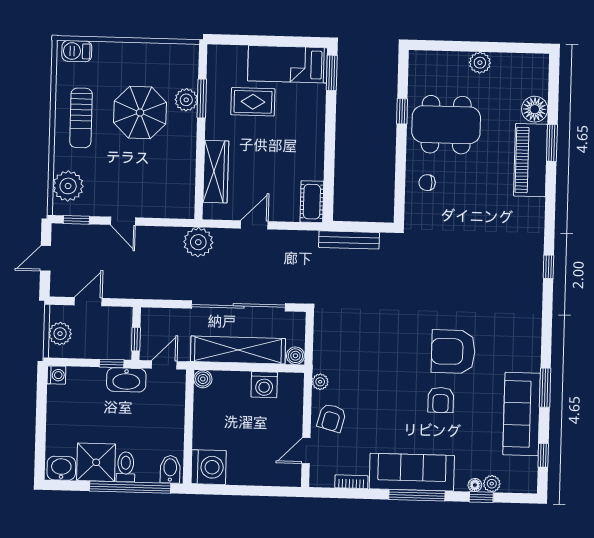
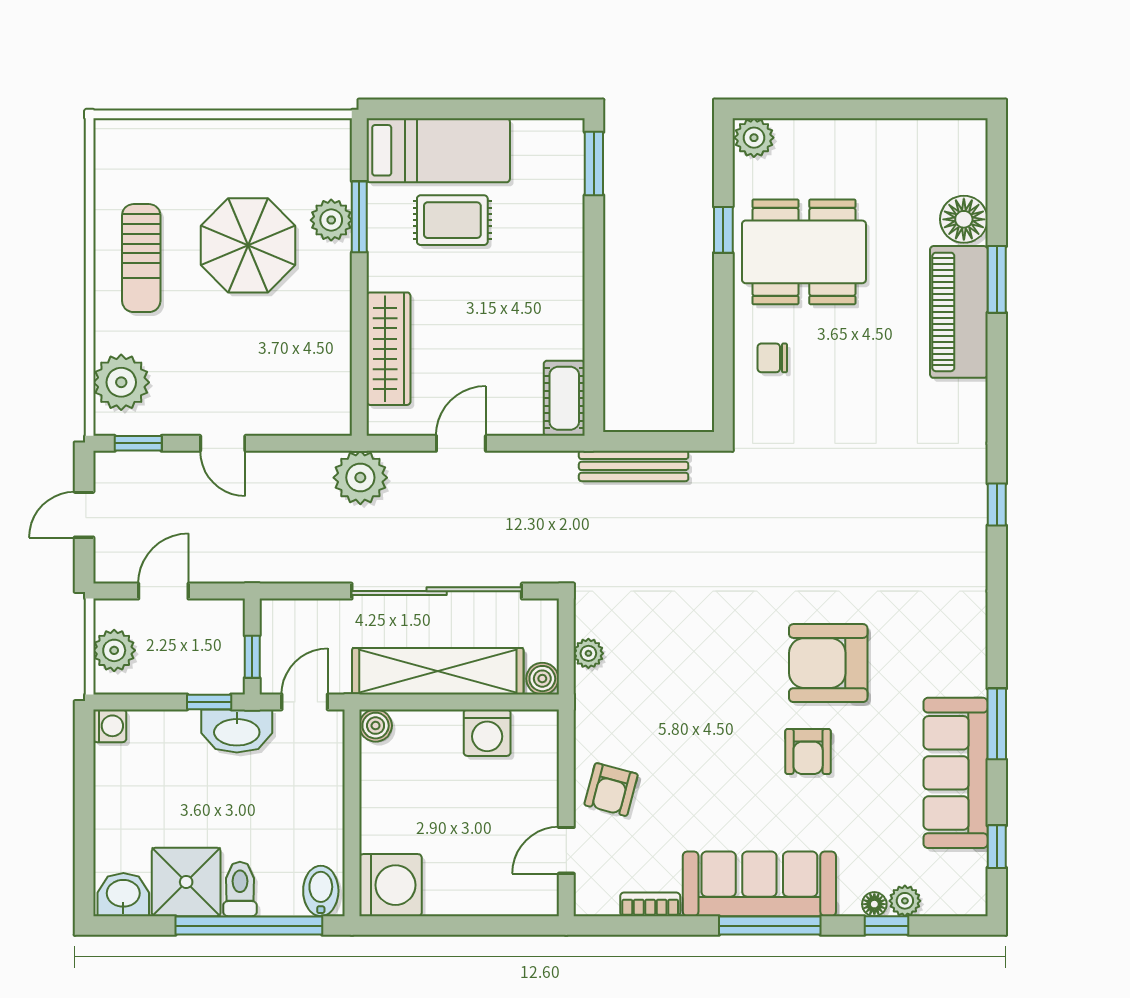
barbecue: (77, 51) -> (130, 137), removed
plant: (480, 63) -> (754, 138), moved
bed: (288, 64) -> (438, 150), moved, turned 180
plant: (320, 382) -> (588, 653), moved

